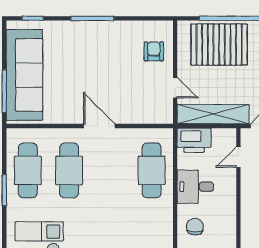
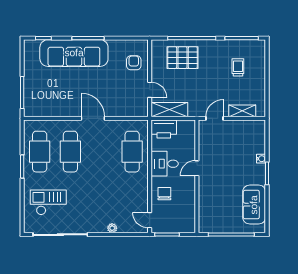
pallet: (219, 45) -> (183, 58), width x0.73, depth x0.71
sofa: (24, 75) -> (74, 53), moved, turned 90
shelving: (213, 114) -> (169, 110), width x0.68
door: (238, 157) -> (197, 168), moved

